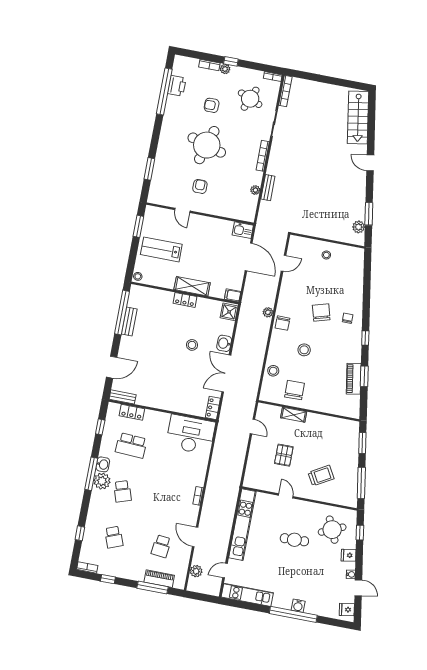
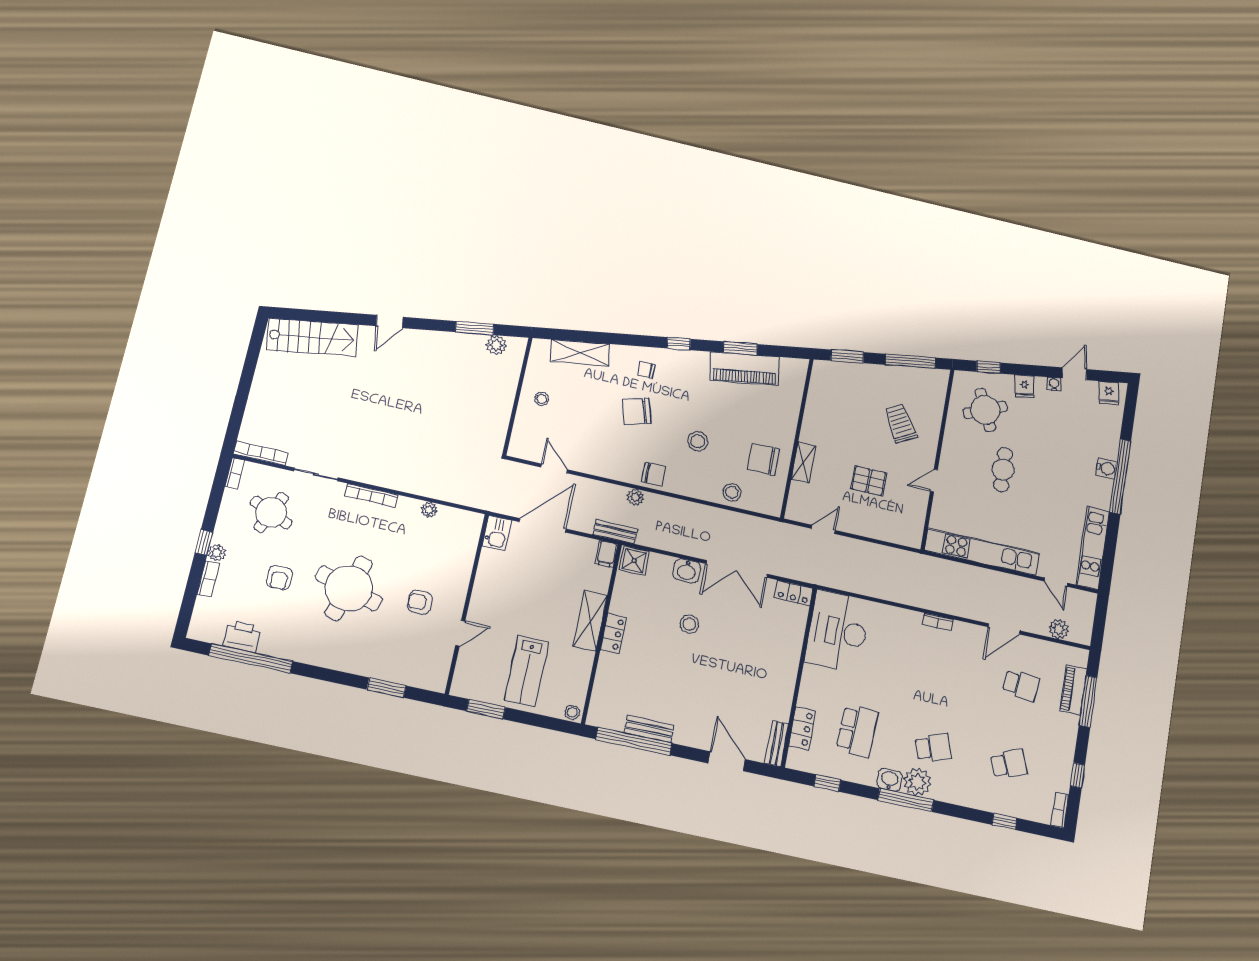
bench: (268, 188) -> (615, 532), moved
shelving: (356, 278) -> (580, 353), added
piano: (354, 379) -> (744, 369), width x1.37, depth x1.33

